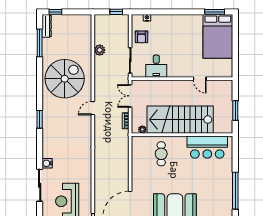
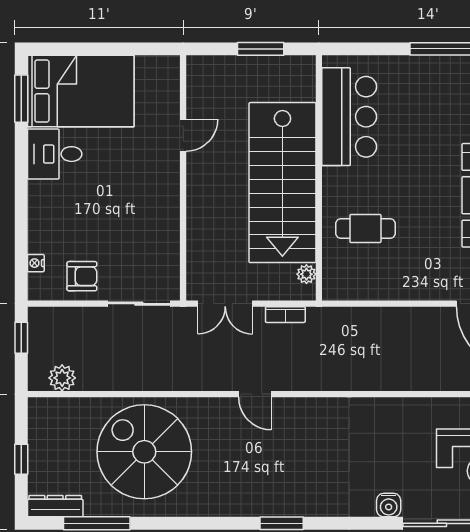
window: (55, 12) -> (21, 459), moved
plant: (100, 50) -> (62, 378), moved
desk: (156, 66) -> (55, 154), moved, turned 180
spiral stairs: (65, 79) -> (144, 452), moved

